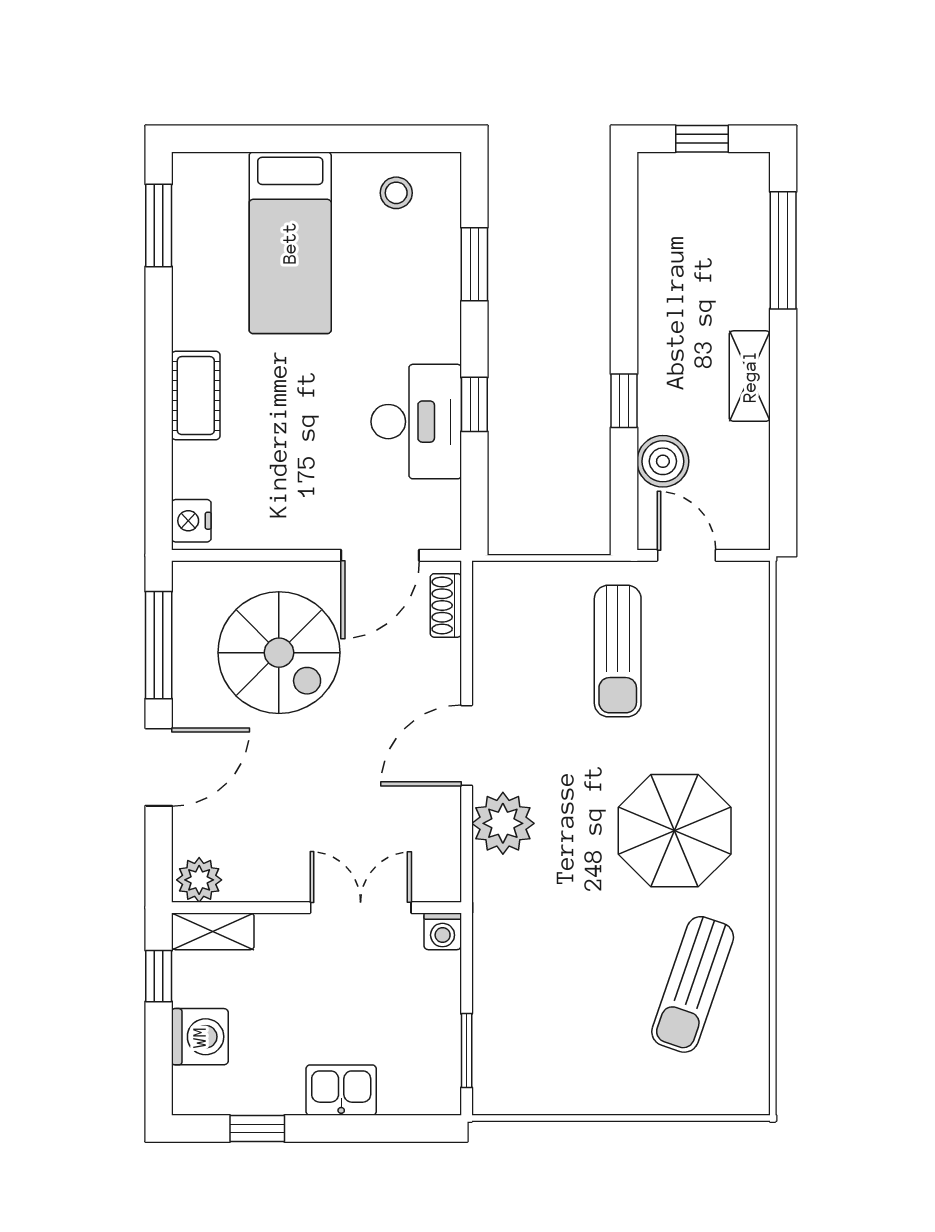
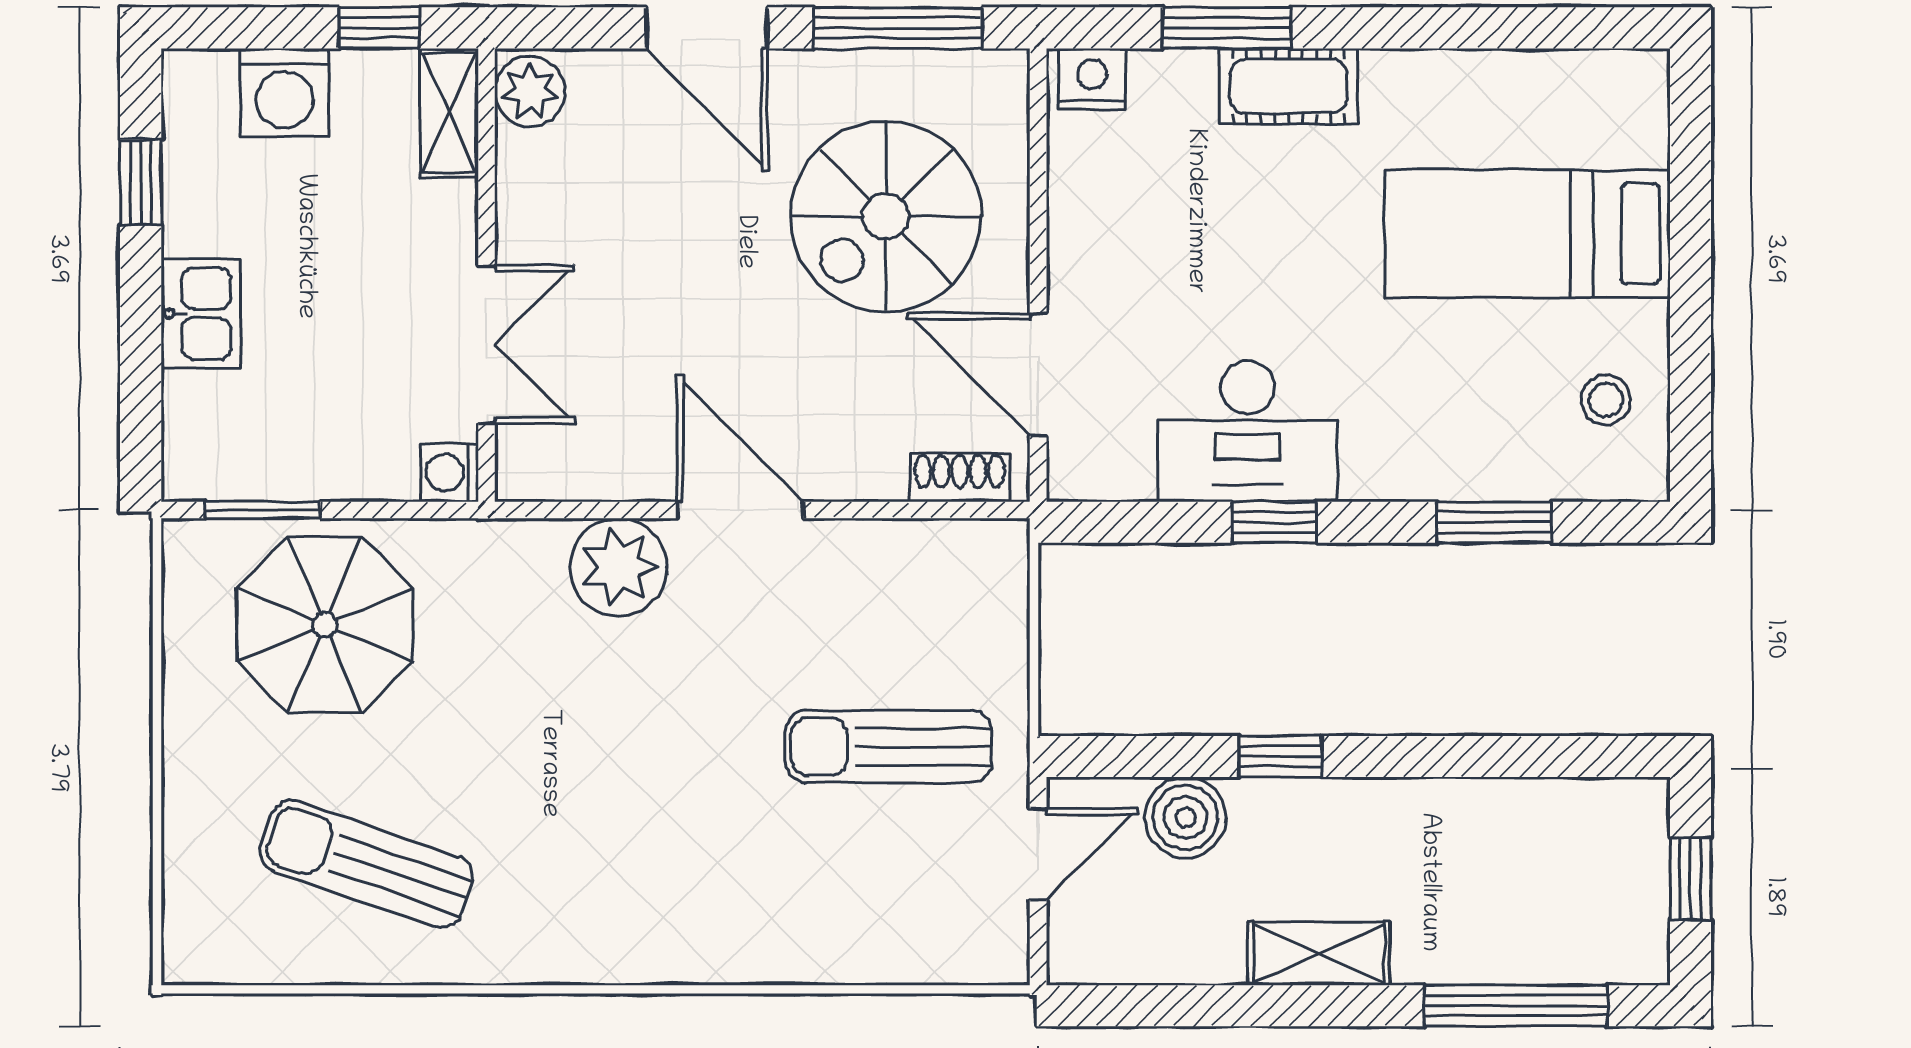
window: (159, 225) -> (1227, 28), moved
parasol: (675, 831) -> (325, 625), moved

